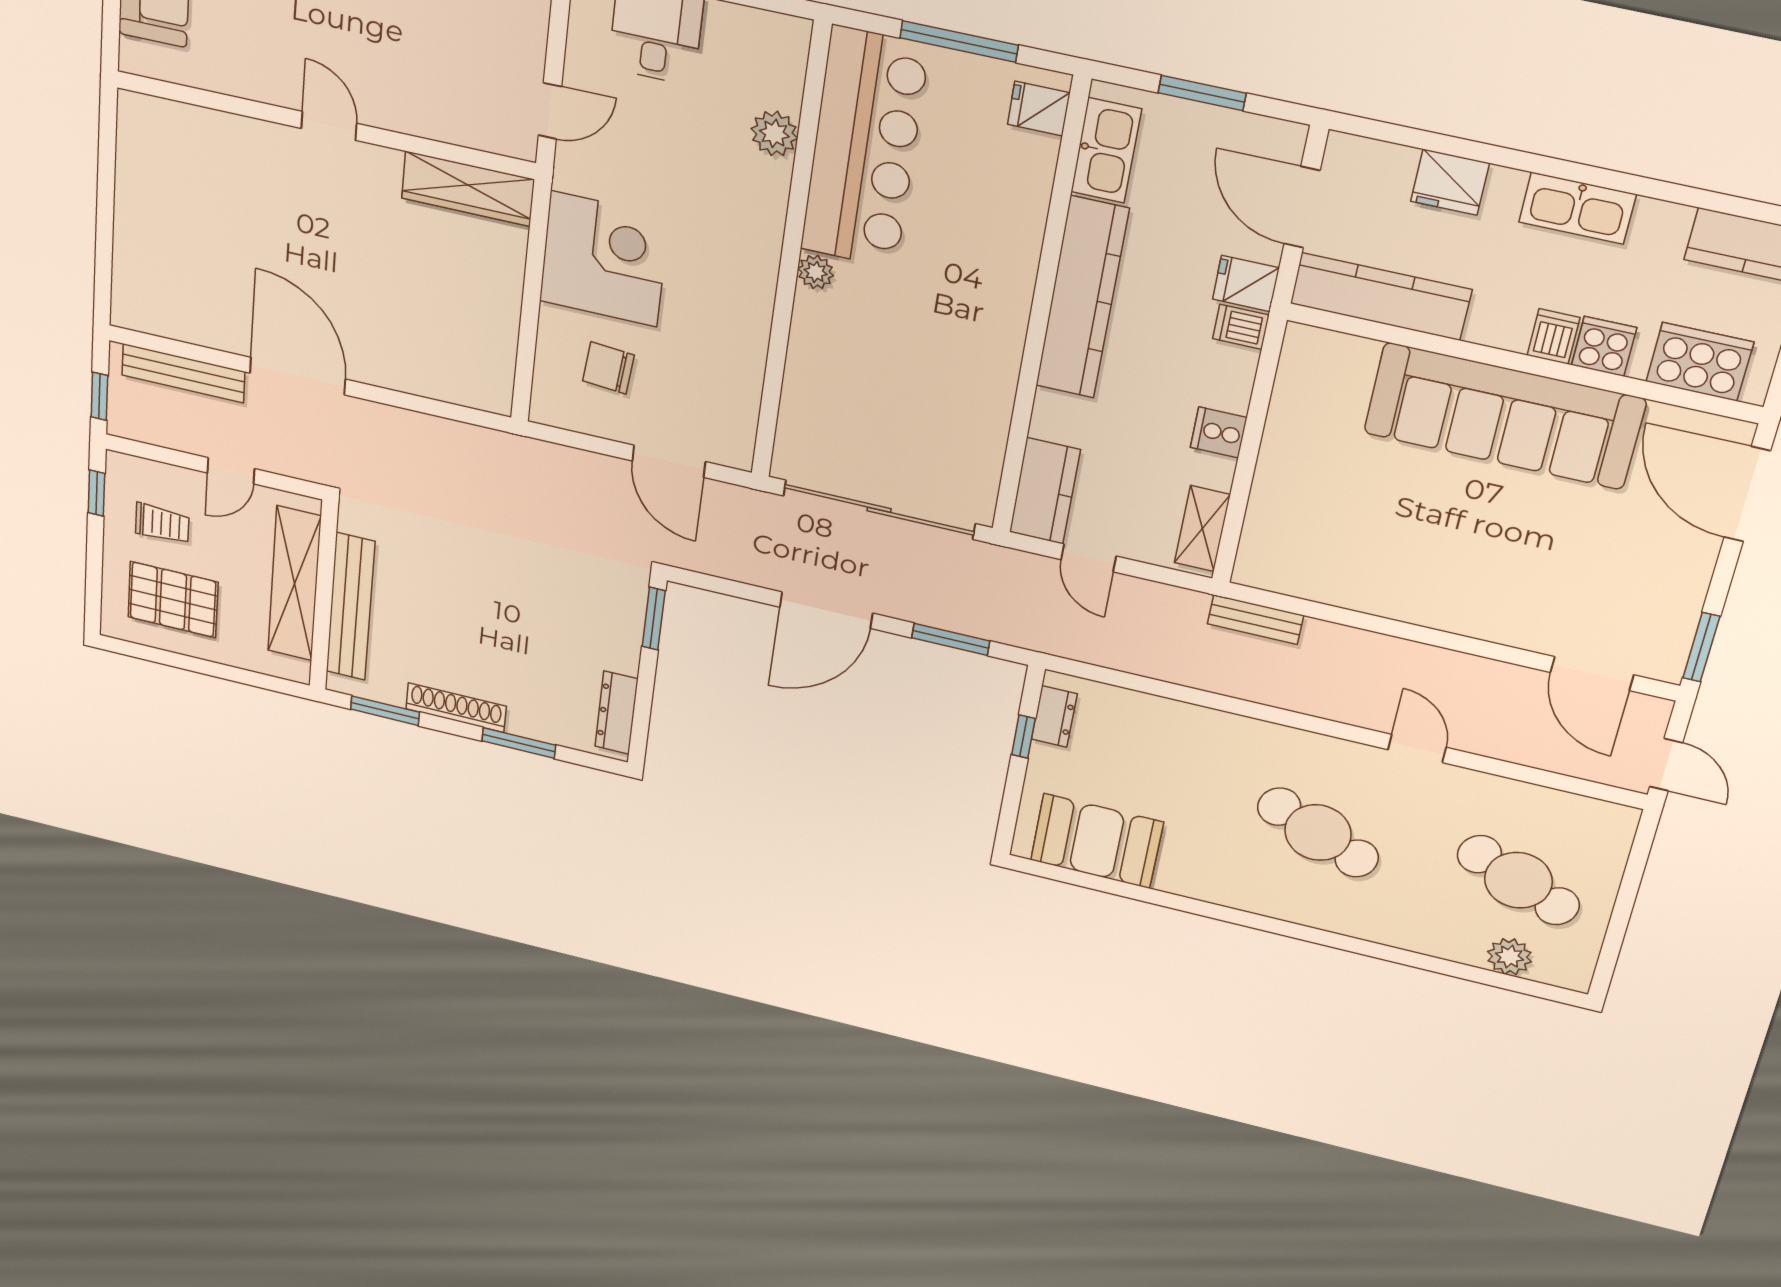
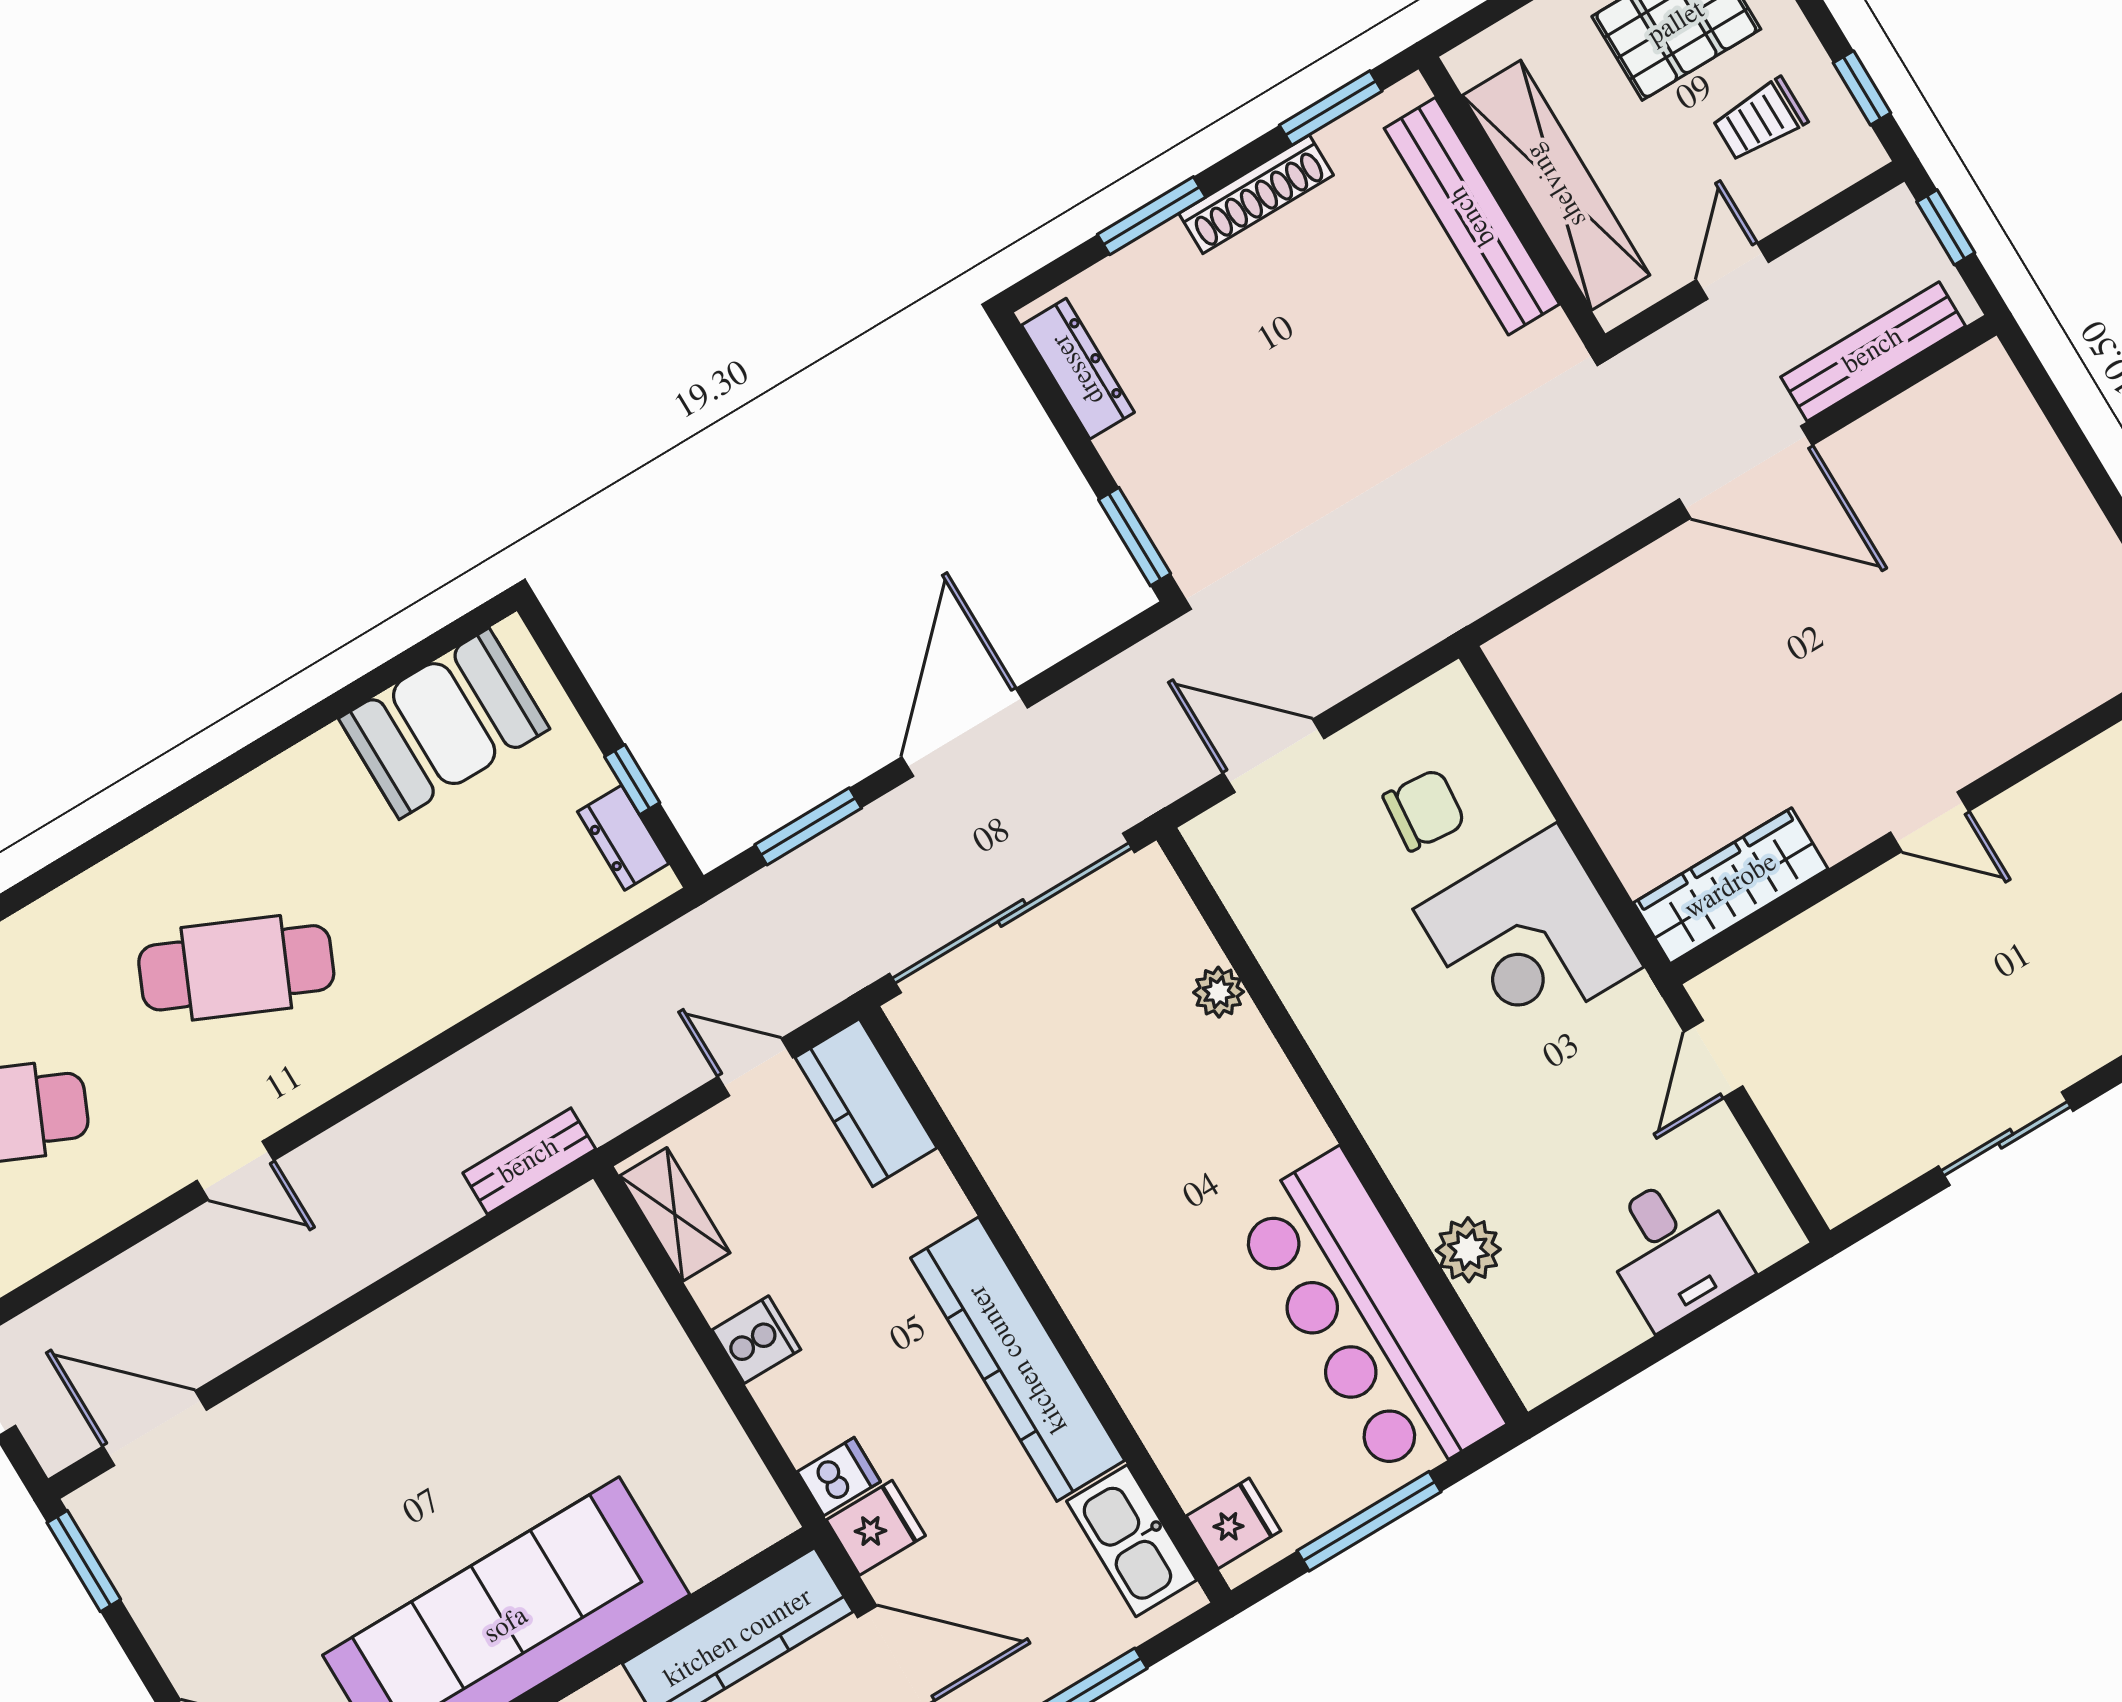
plant: (816, 272) -> (1219, 992), moved

